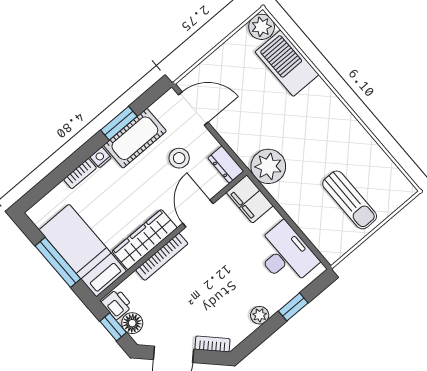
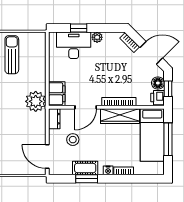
cot: (135, 138) -> (85, 168), width x0.73, depth x0.75
desk: (286, 255) -> (74, 45), moved, turned 90

